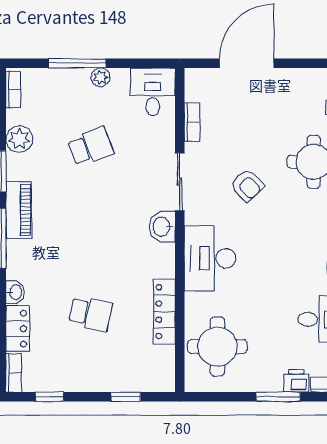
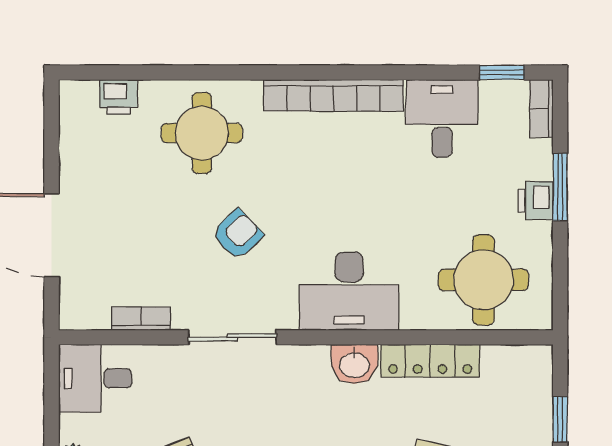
washbasin: (162, 227) -> (354, 364), moved
printer: (296, 381) -> (536, 201), moved

